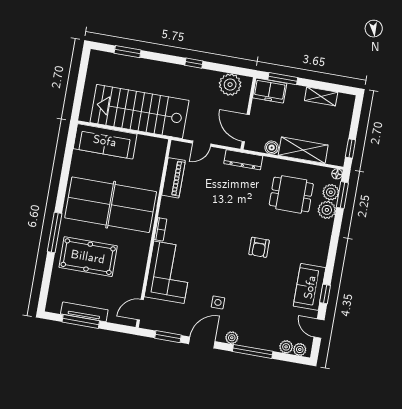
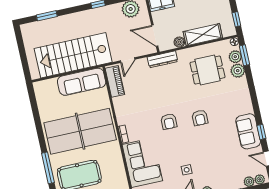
sofa: (105, 141) -> (82, 82), moved
piano: (174, 178) -> (115, 81), moved
armchair: (220, 237) -> (169, 121), added

